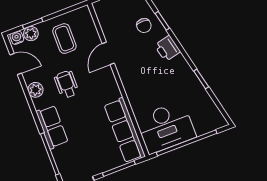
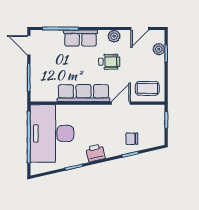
water cooler: (17, 38) -> (160, 37), removed
coffee table: (64, 39) -> (147, 88), moved
printer: (167, 48) -> (95, 153), moved
door: (108, 53) -> (121, 103), hinge flipped
desk: (166, 127) -> (52, 133), width x1.36, depth x1.30
row of seats: (125, 130) -> (83, 93), moved

